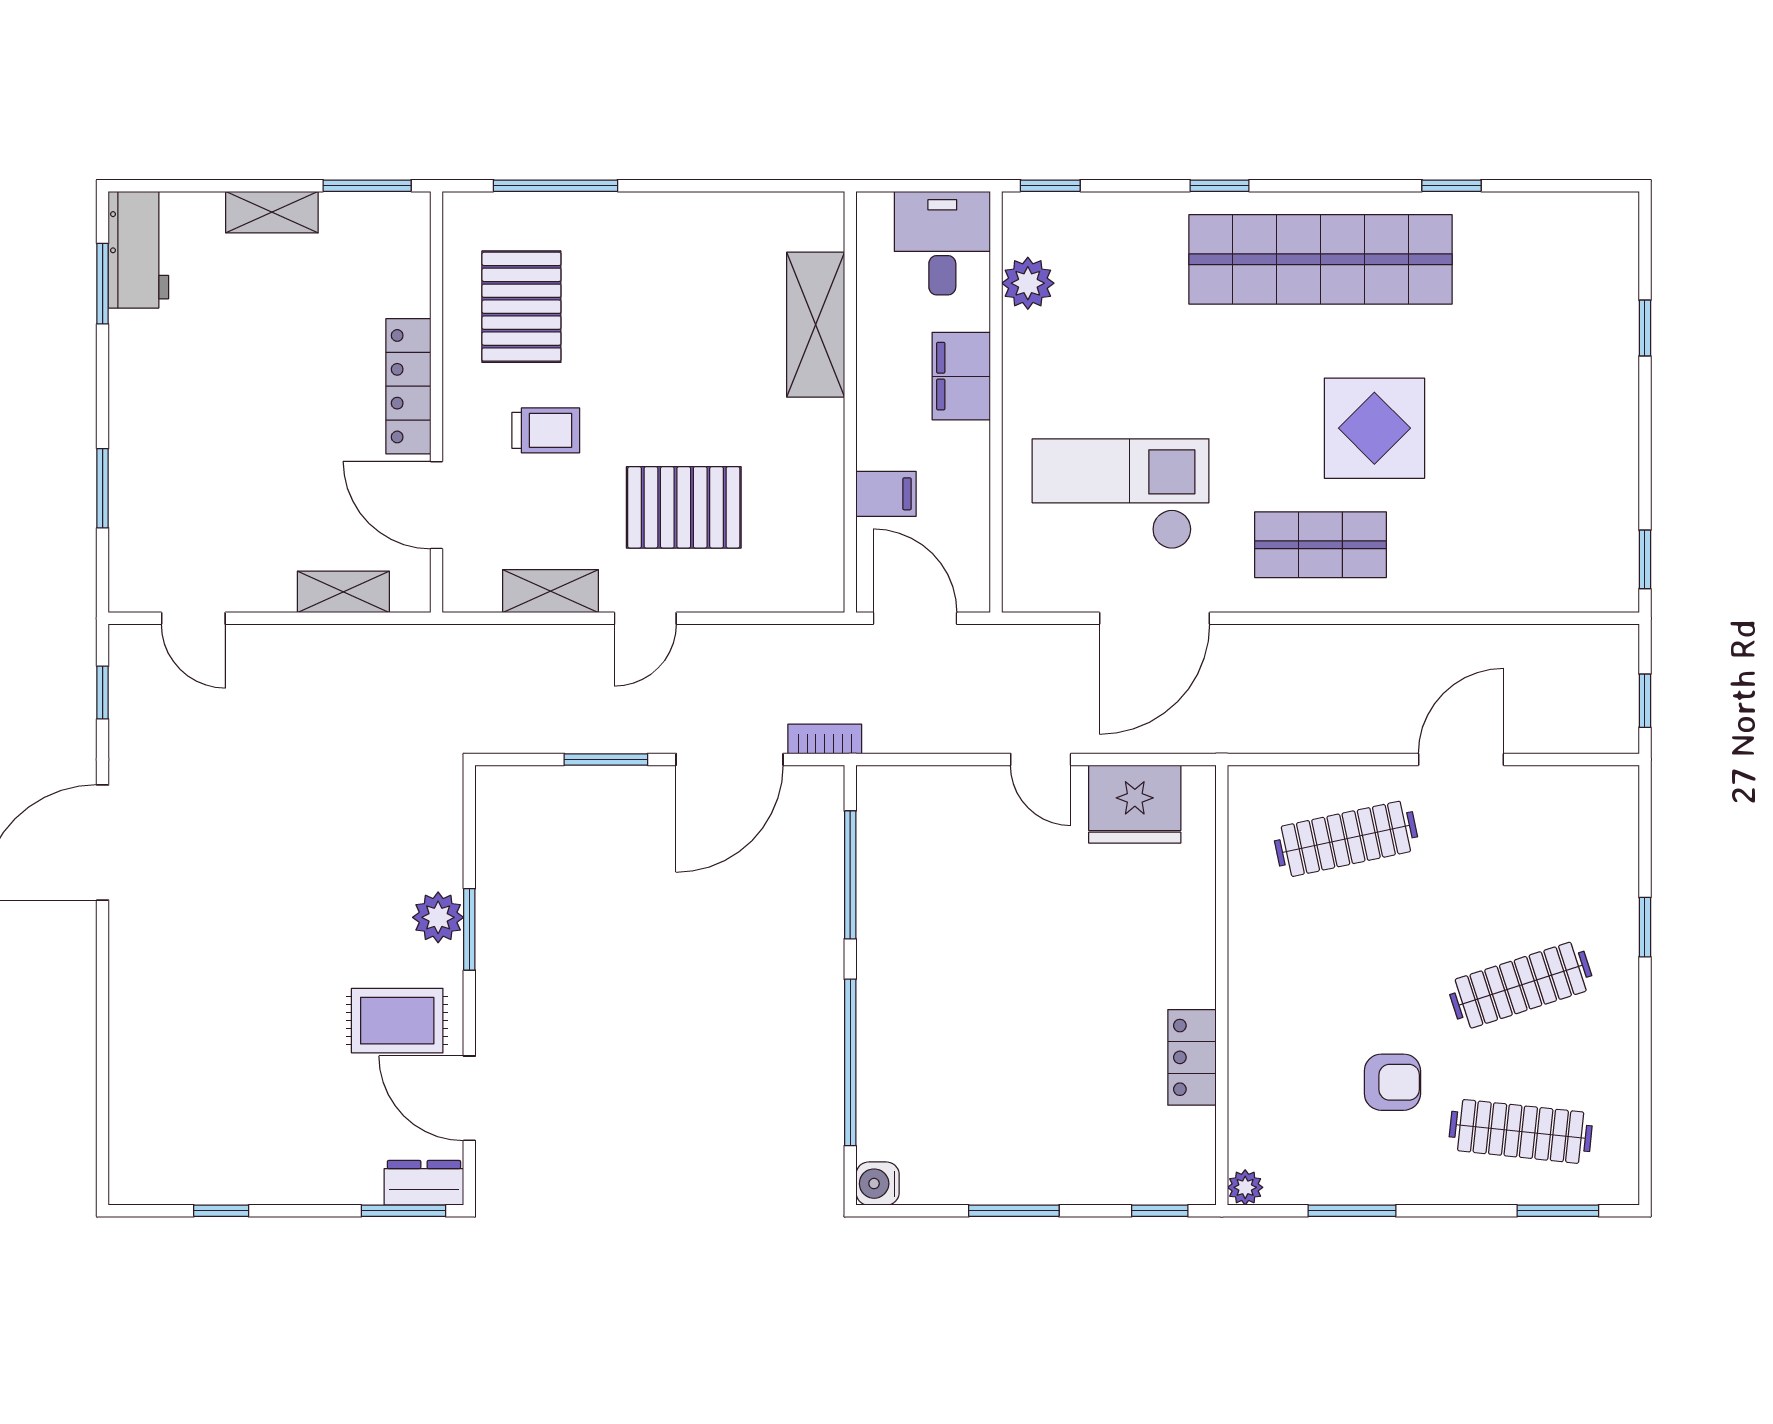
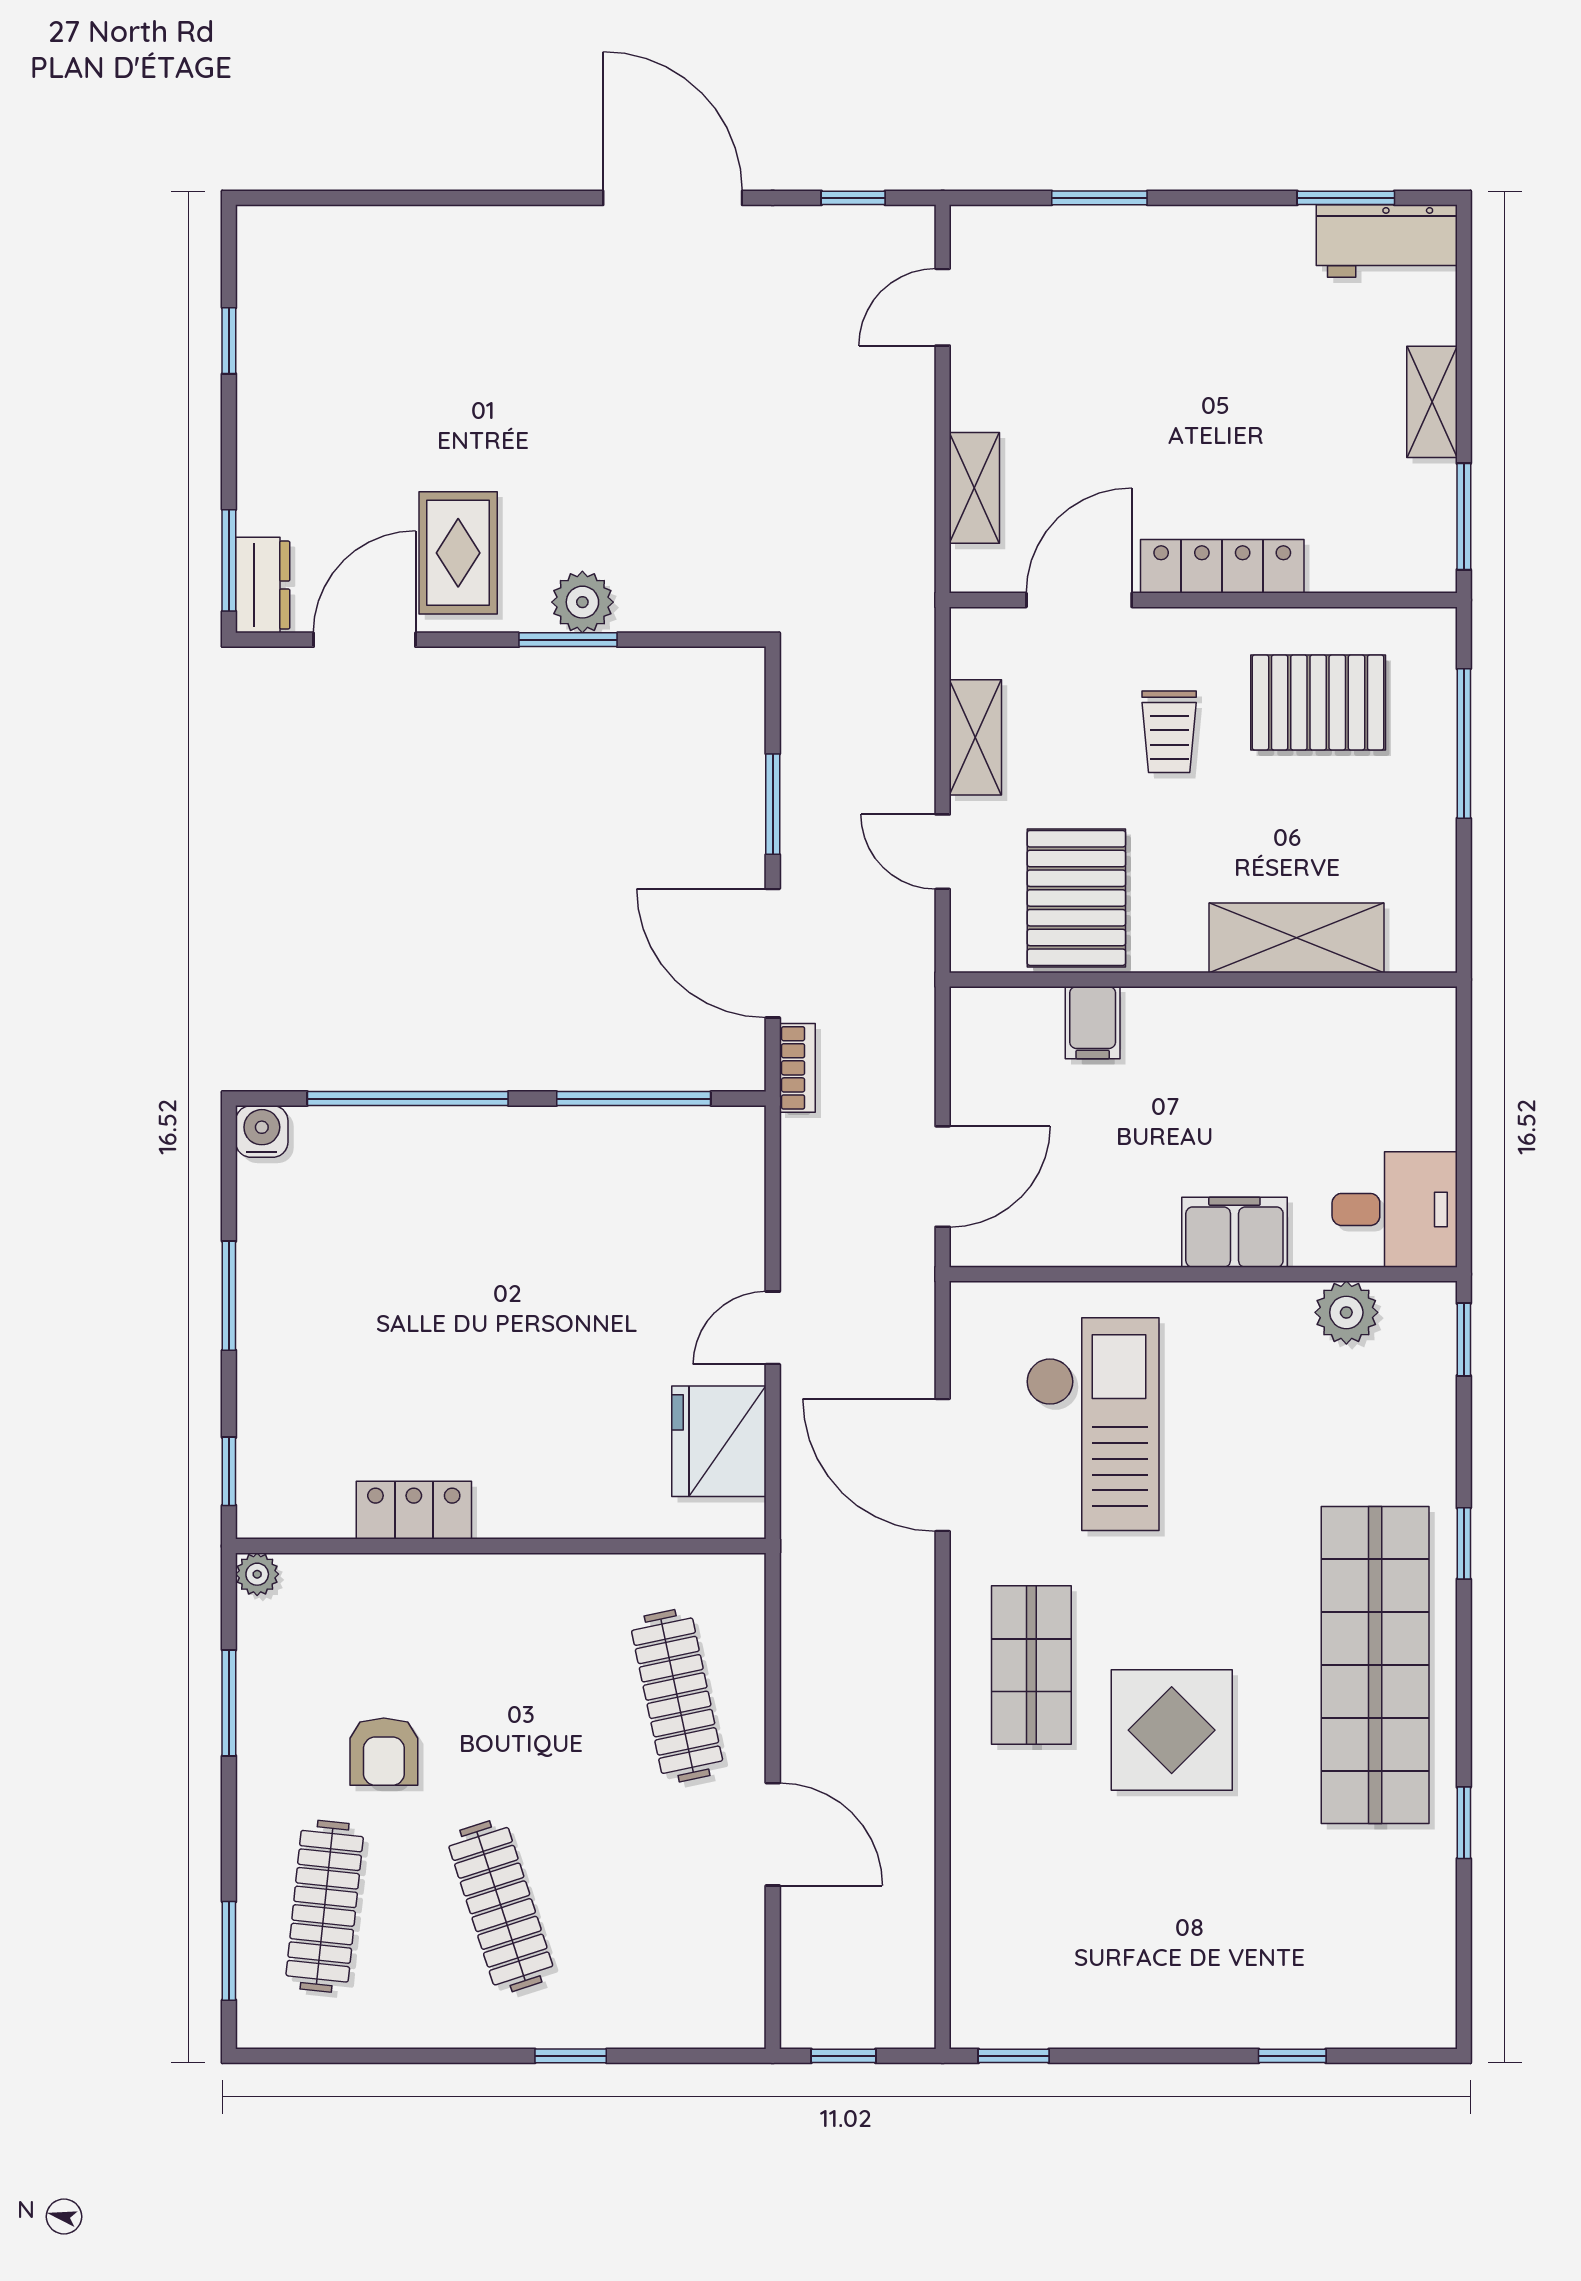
shelving: (816, 325) -> (1296, 938), moved
wall: (850, 402) -> (1203, 980), moved
filing cabinet: (886, 494) -> (1093, 1023), moved

